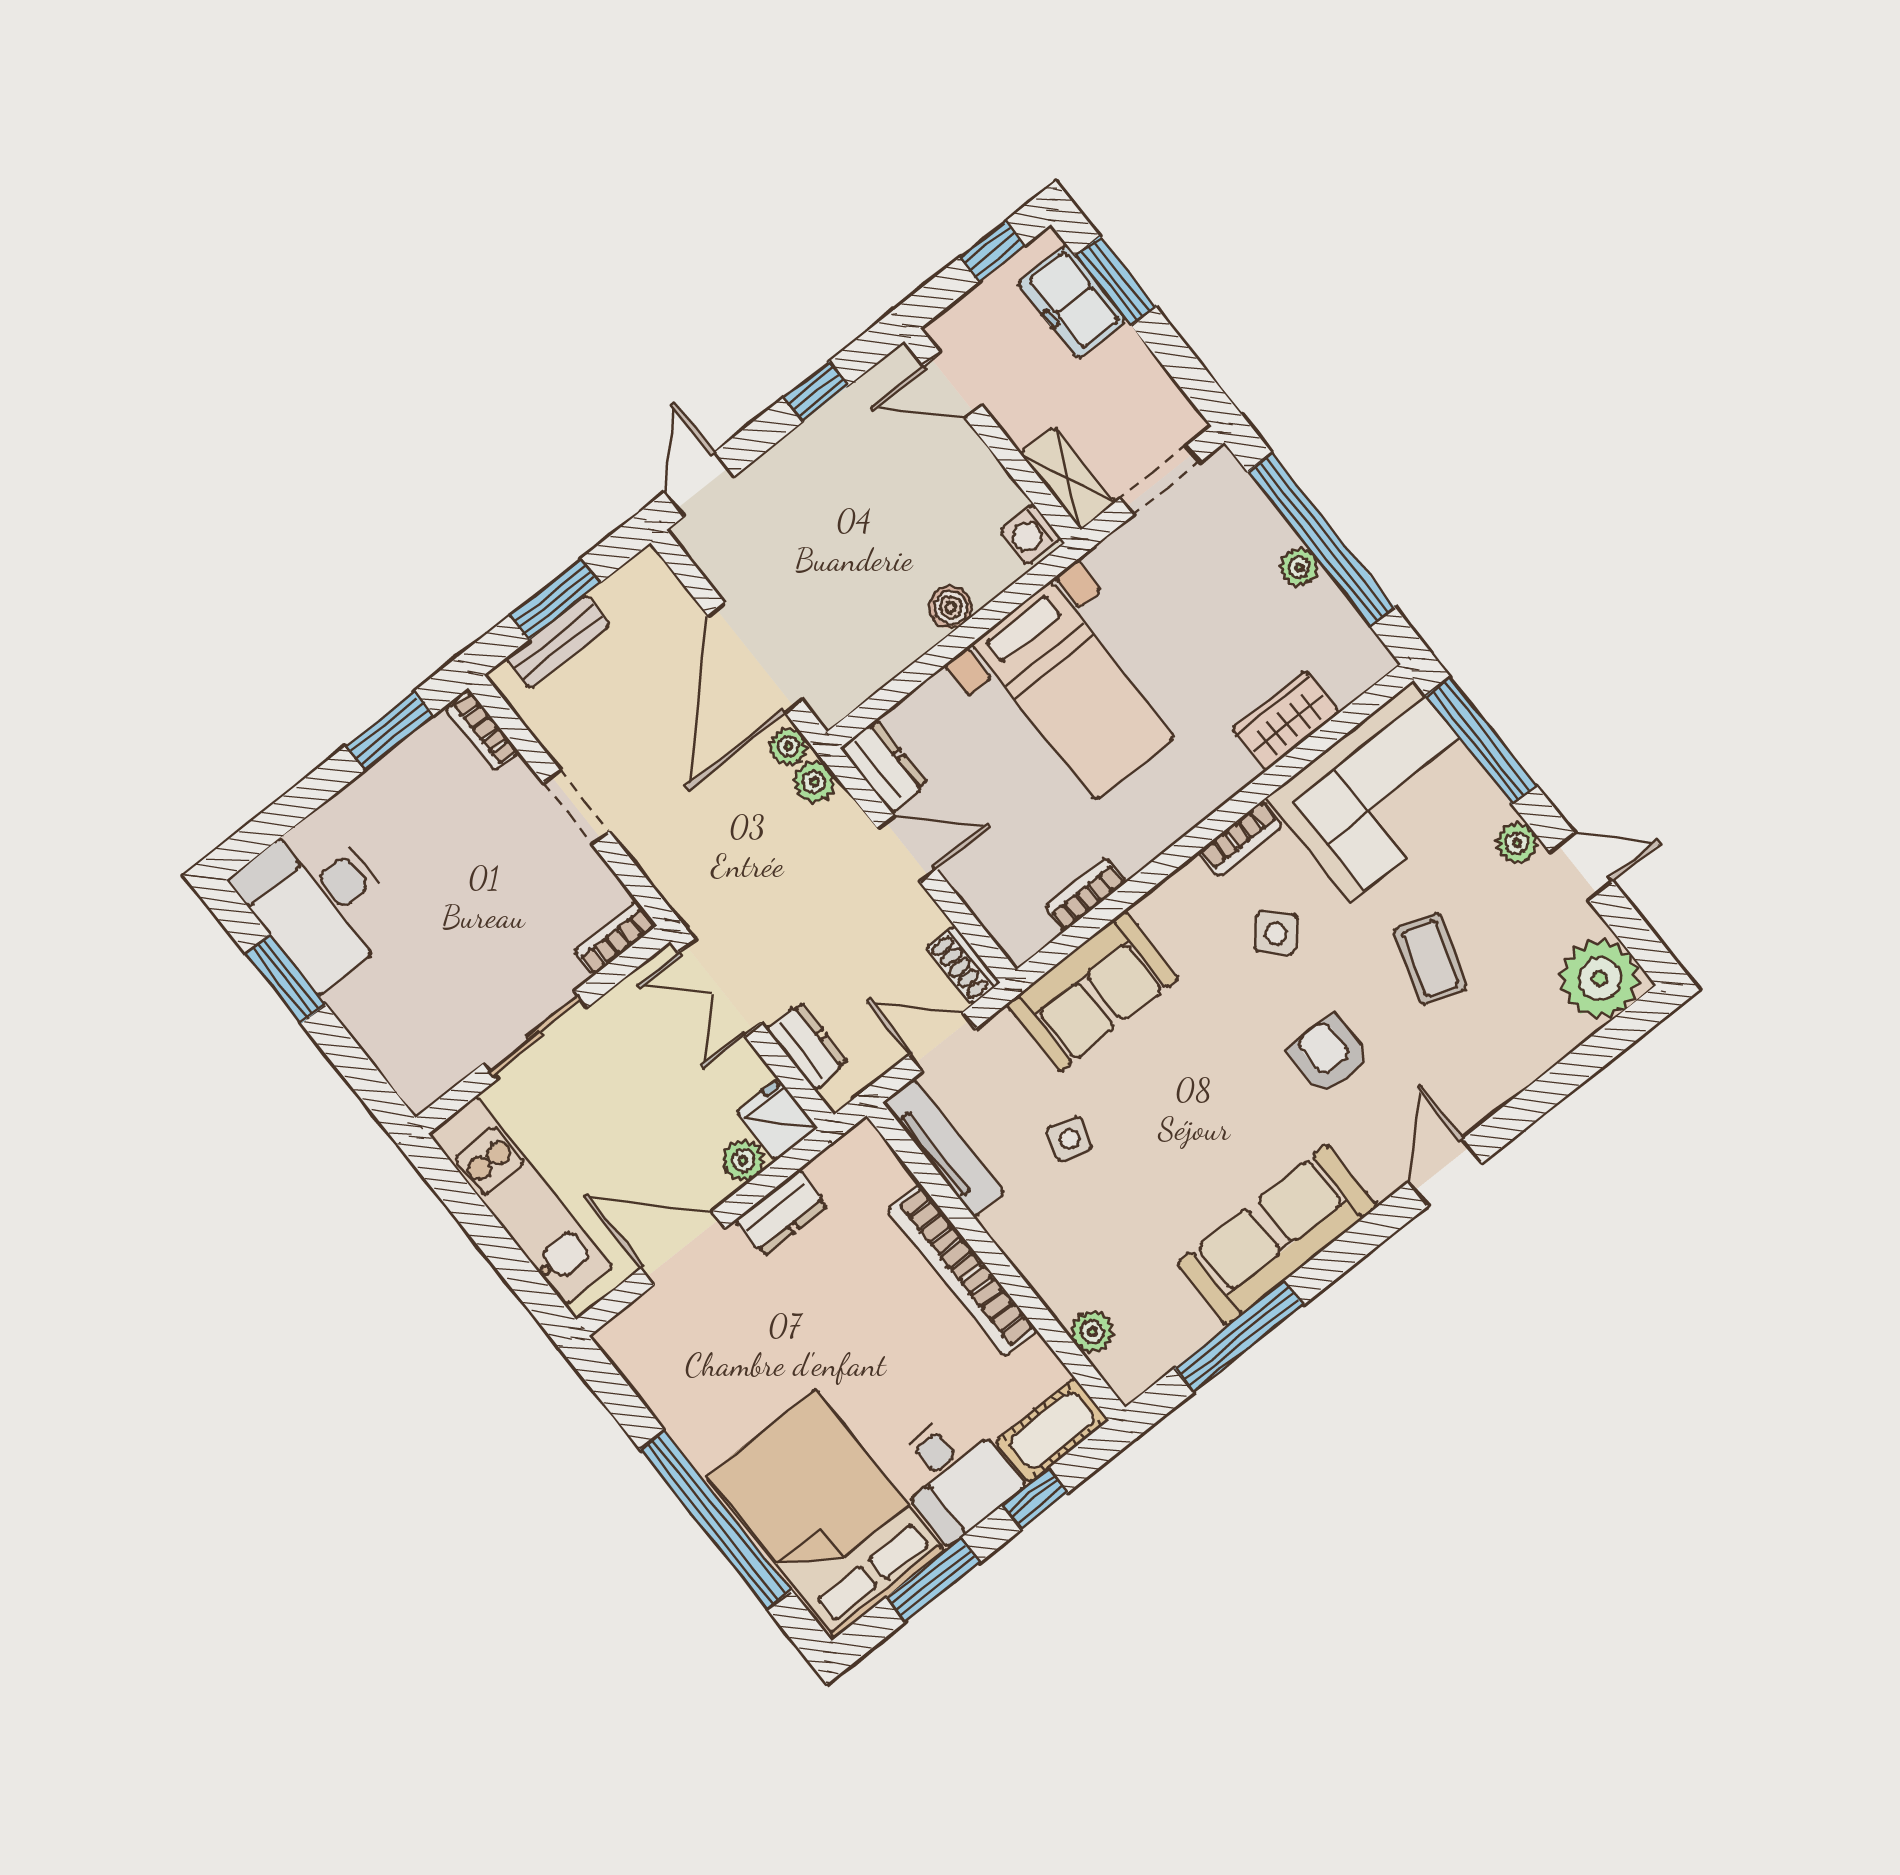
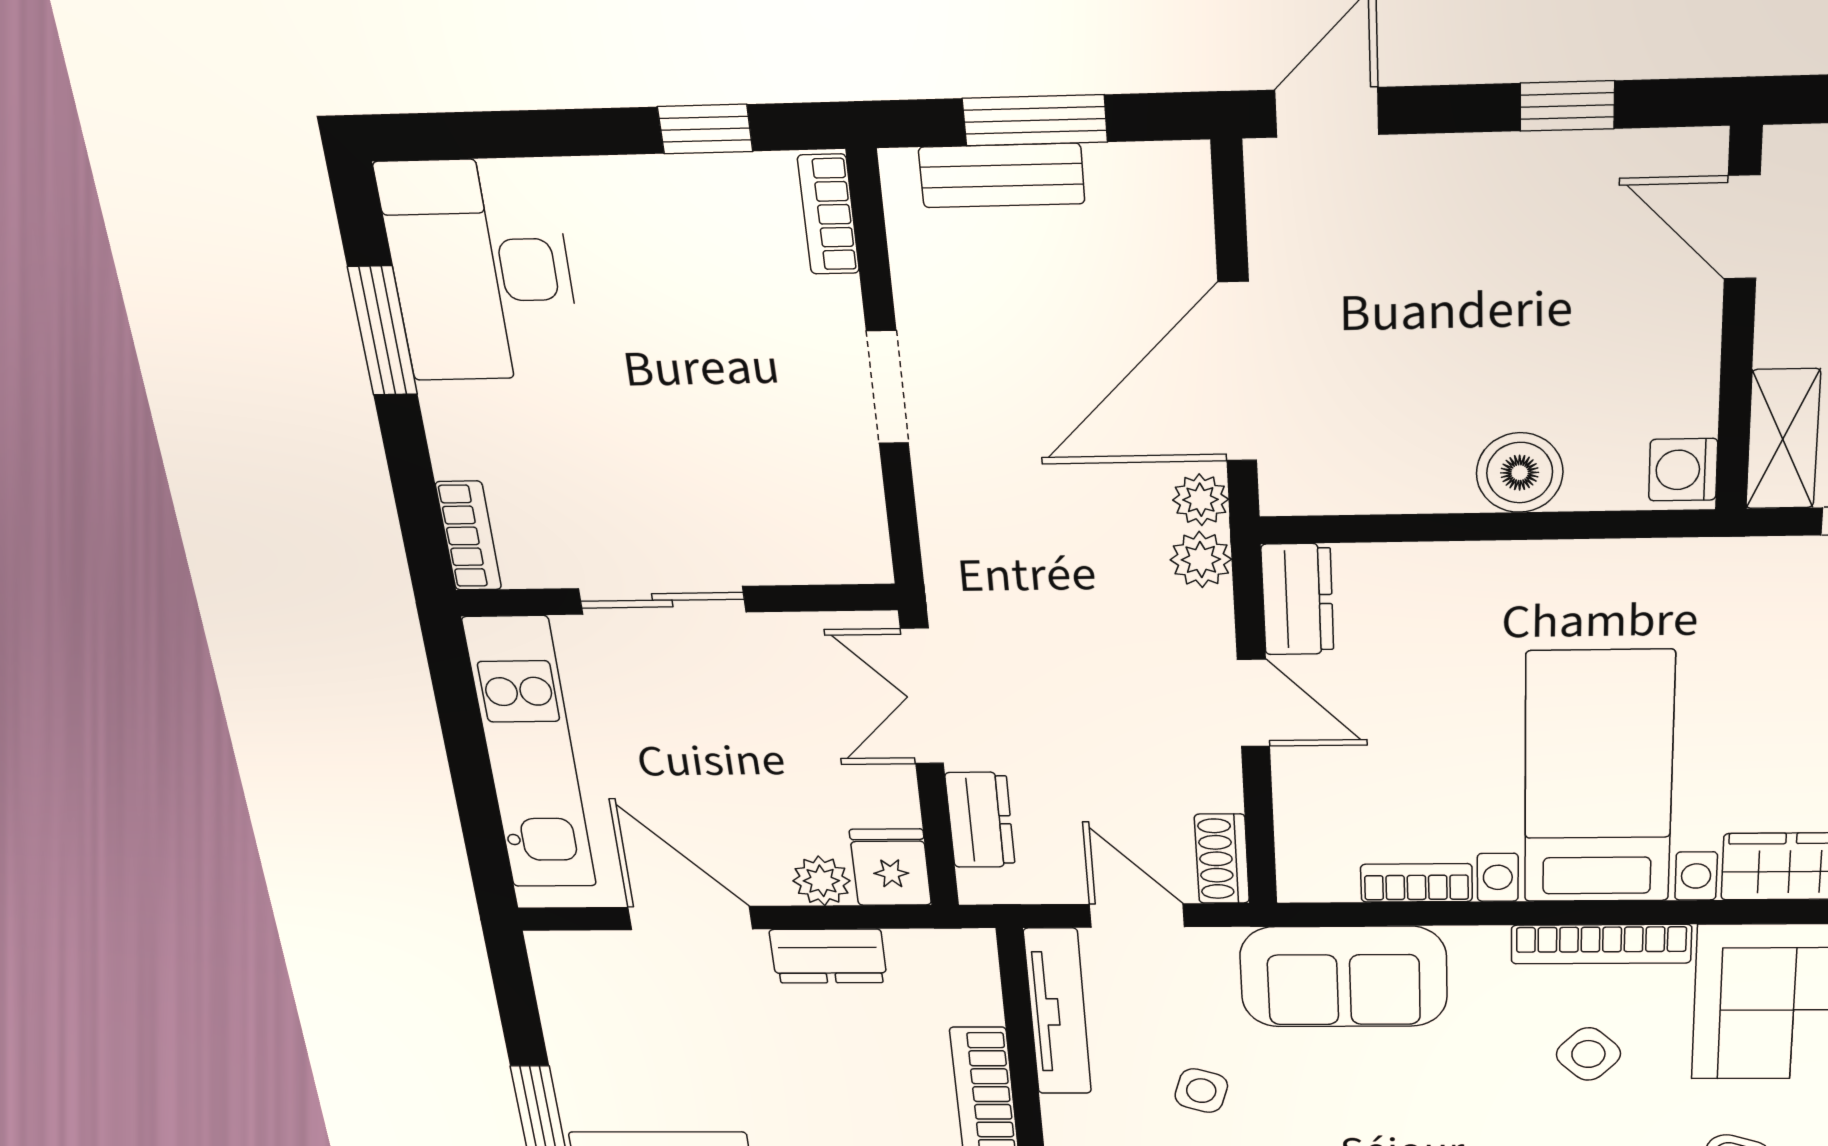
boiler: (951, 607) -> (1520, 473), width x1.36, depth x1.36
bed with nightstands: (1073, 691) -> (1598, 778), moved, turned 180
window: (389, 731) -> (705, 129), width x0.67
bookcase: (1241, 839) -> (1601, 944), width x1.56
bookcase: (615, 938) -> (469, 536), moved, turned 90

